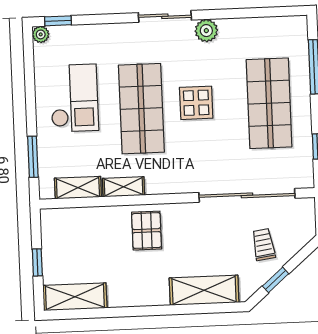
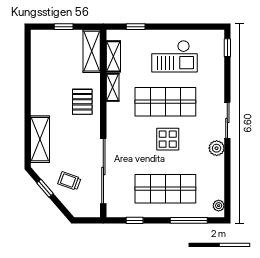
plant: (41, 34) -> (219, 206), moved
window: (33, 157) -> (136, 27), width x0.67
pallet: (147, 231) -> (82, 102), turned 90
trolley: (264, 245) -> (69, 181), turned -152
shelving: (75, 297) -> (92, 51), moved

